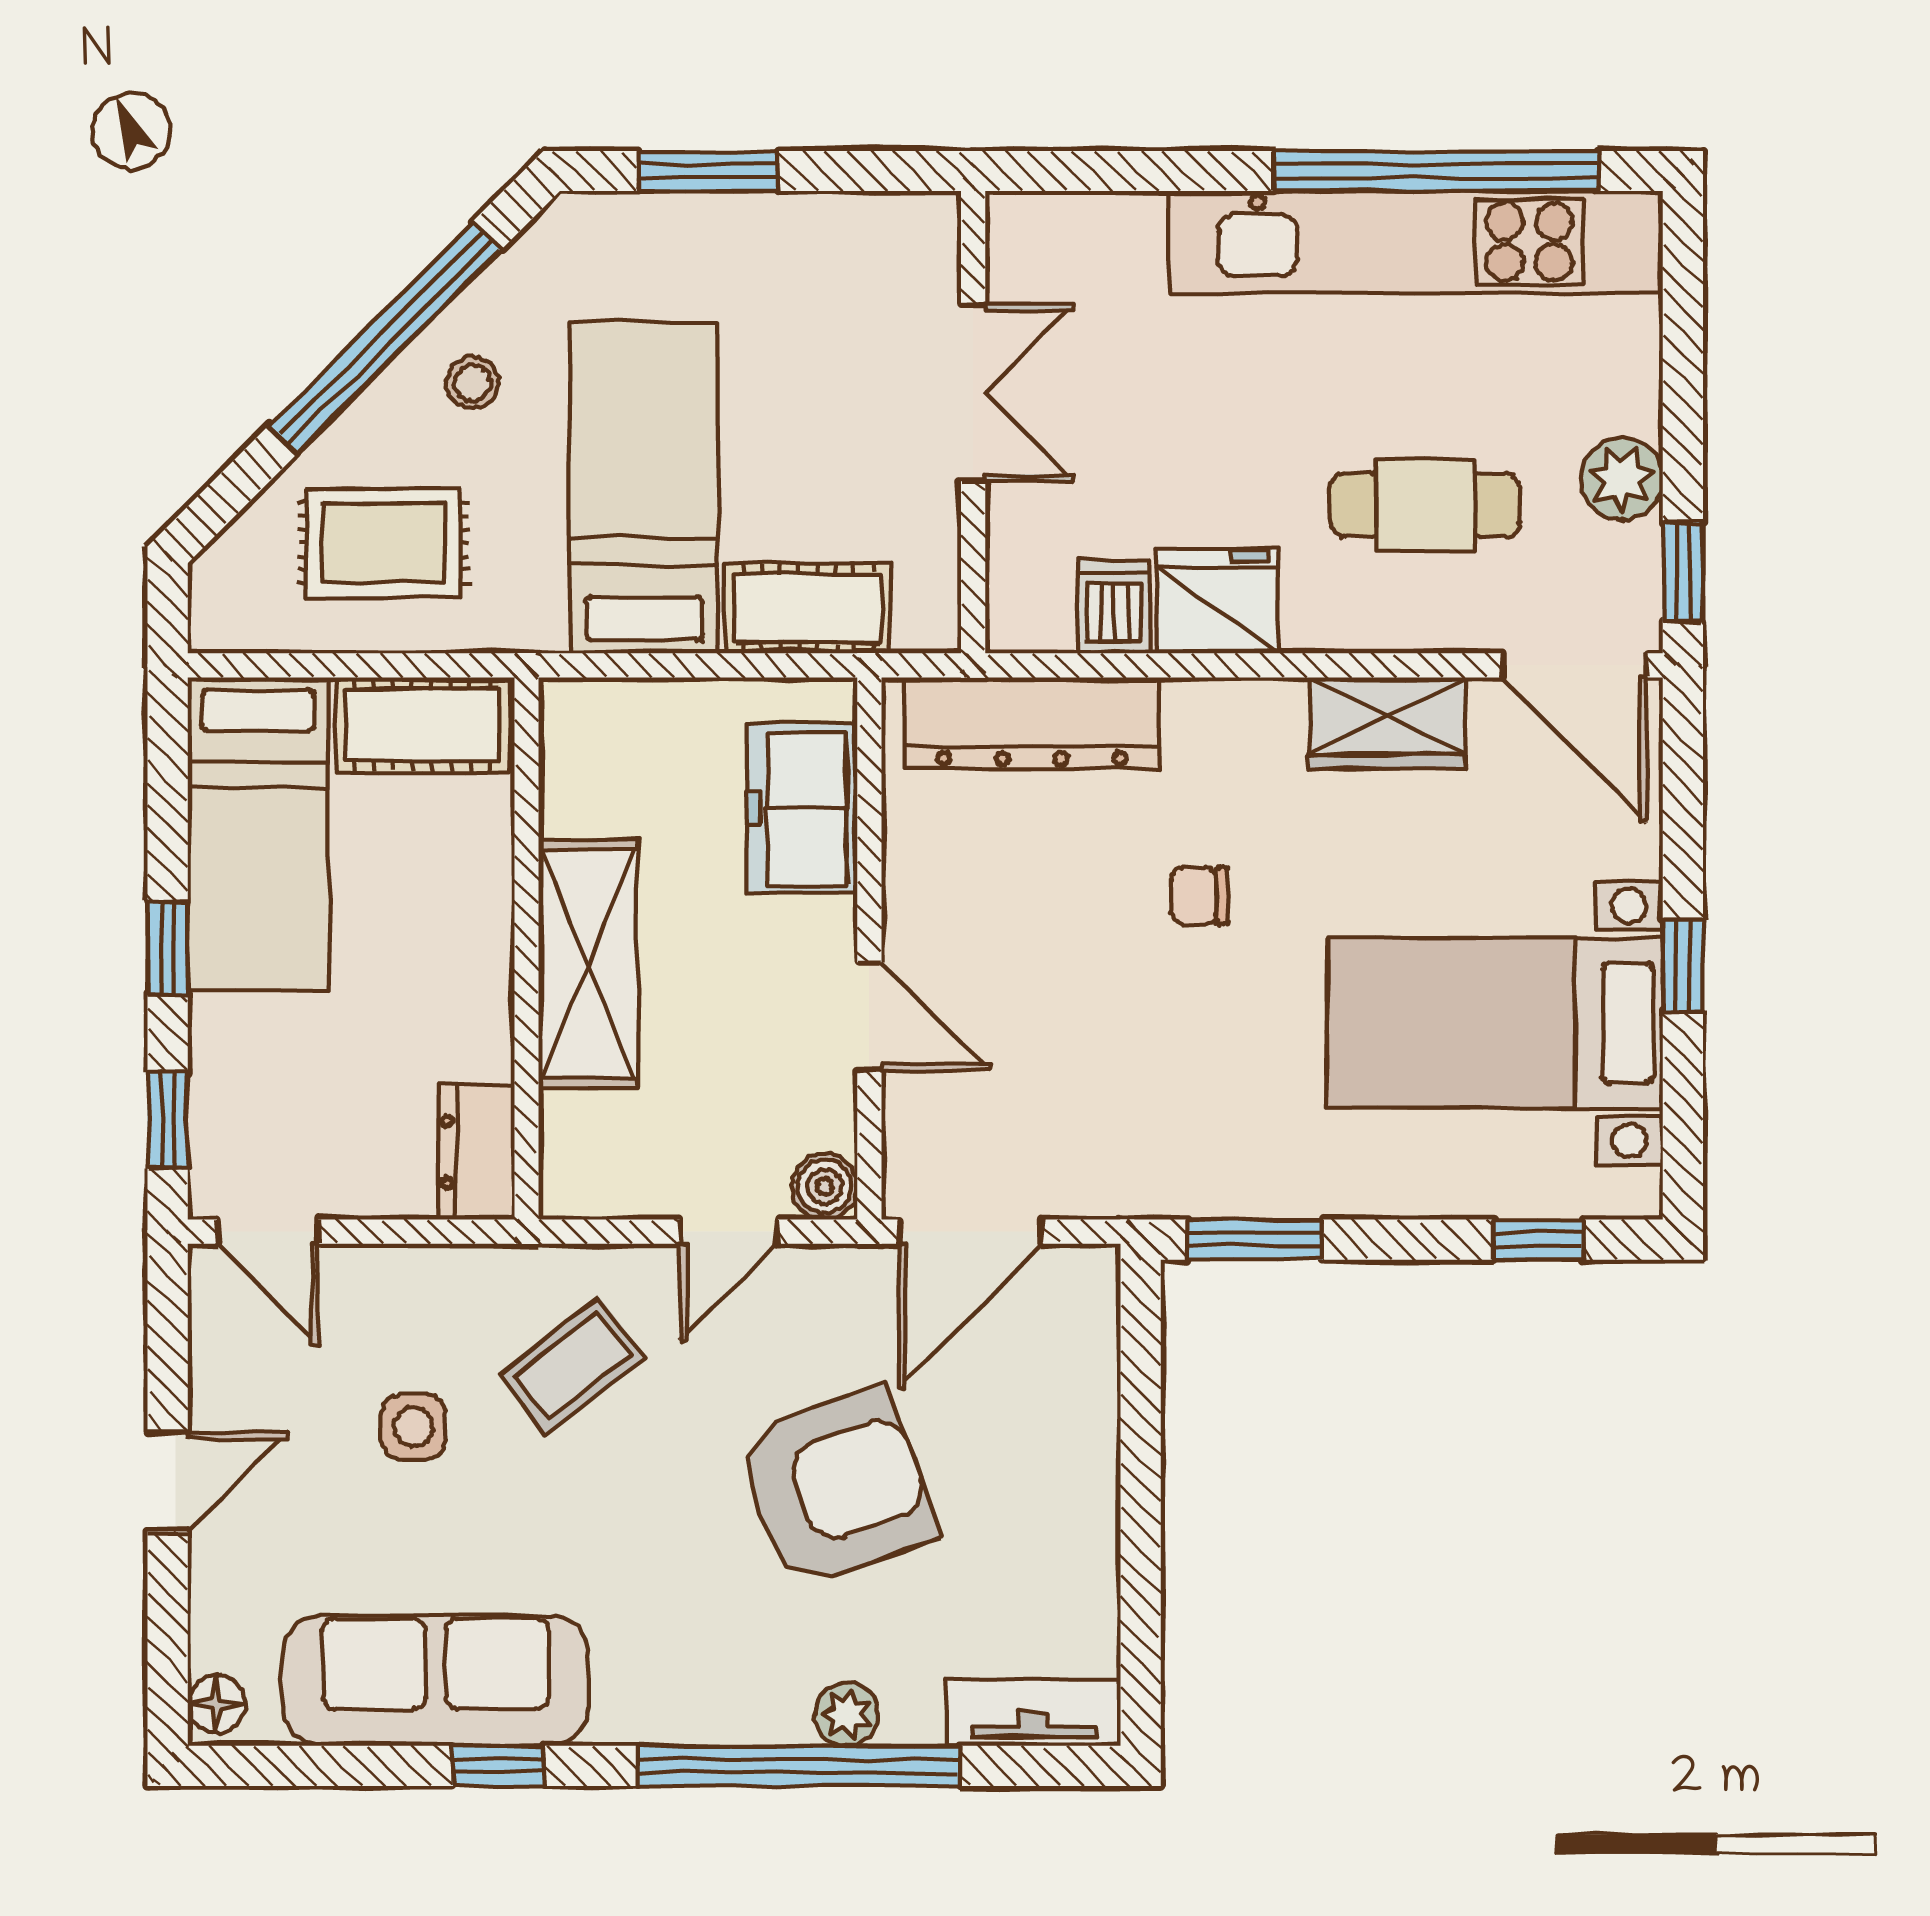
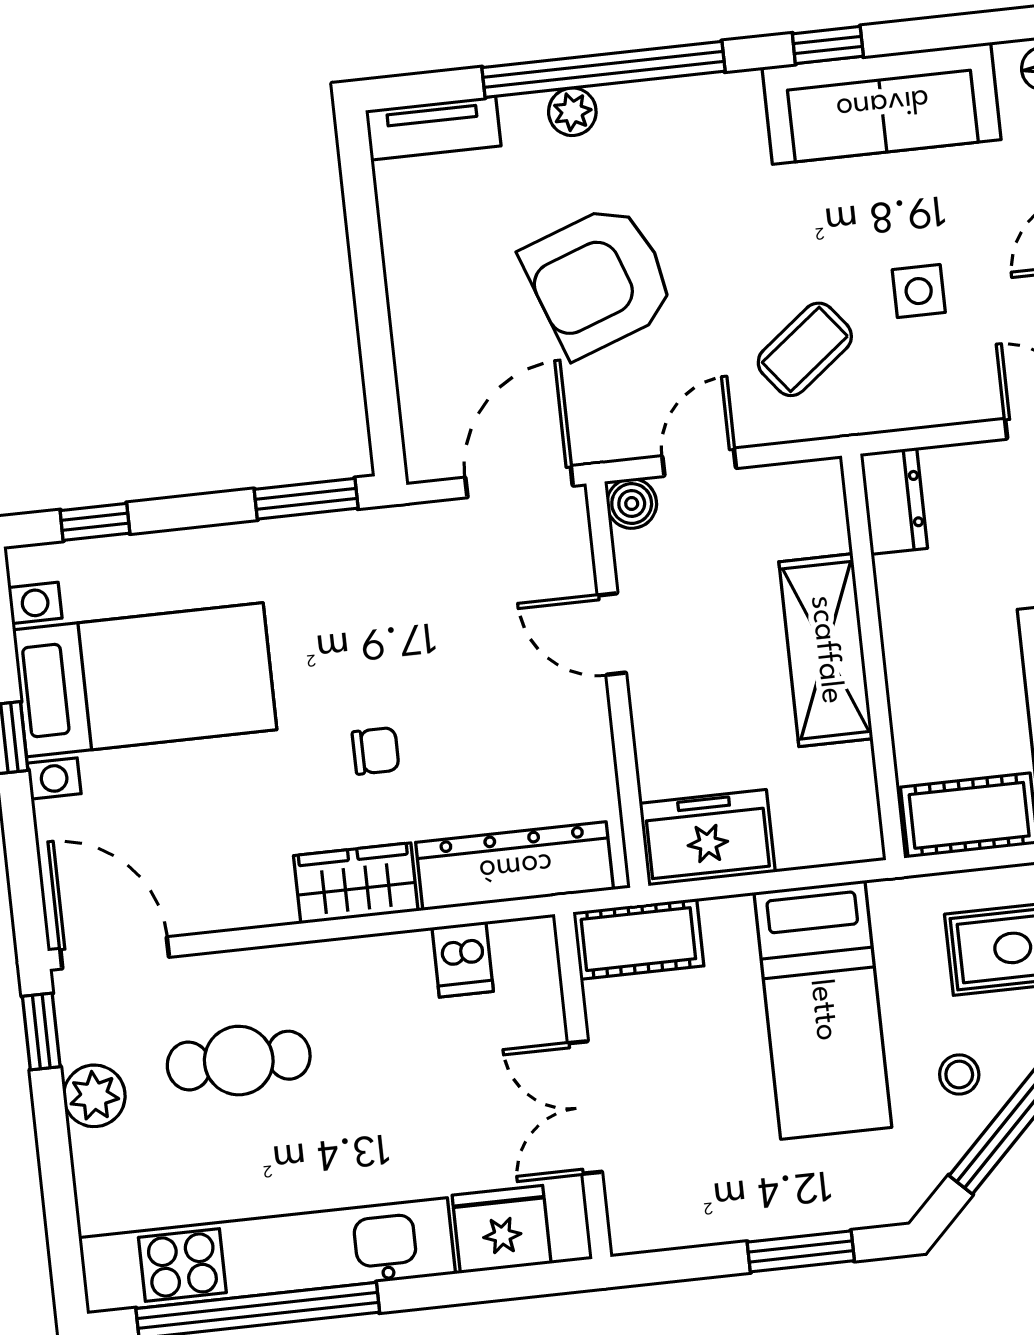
fridge: (1218, 601) -> (502, 1229), moved, turned 180
cot: (808, 608) -> (638, 939), moved
wardrobe: (1387, 723) -> (356, 883), moved
freezer: (802, 809) -> (707, 838), moved, turned -90

